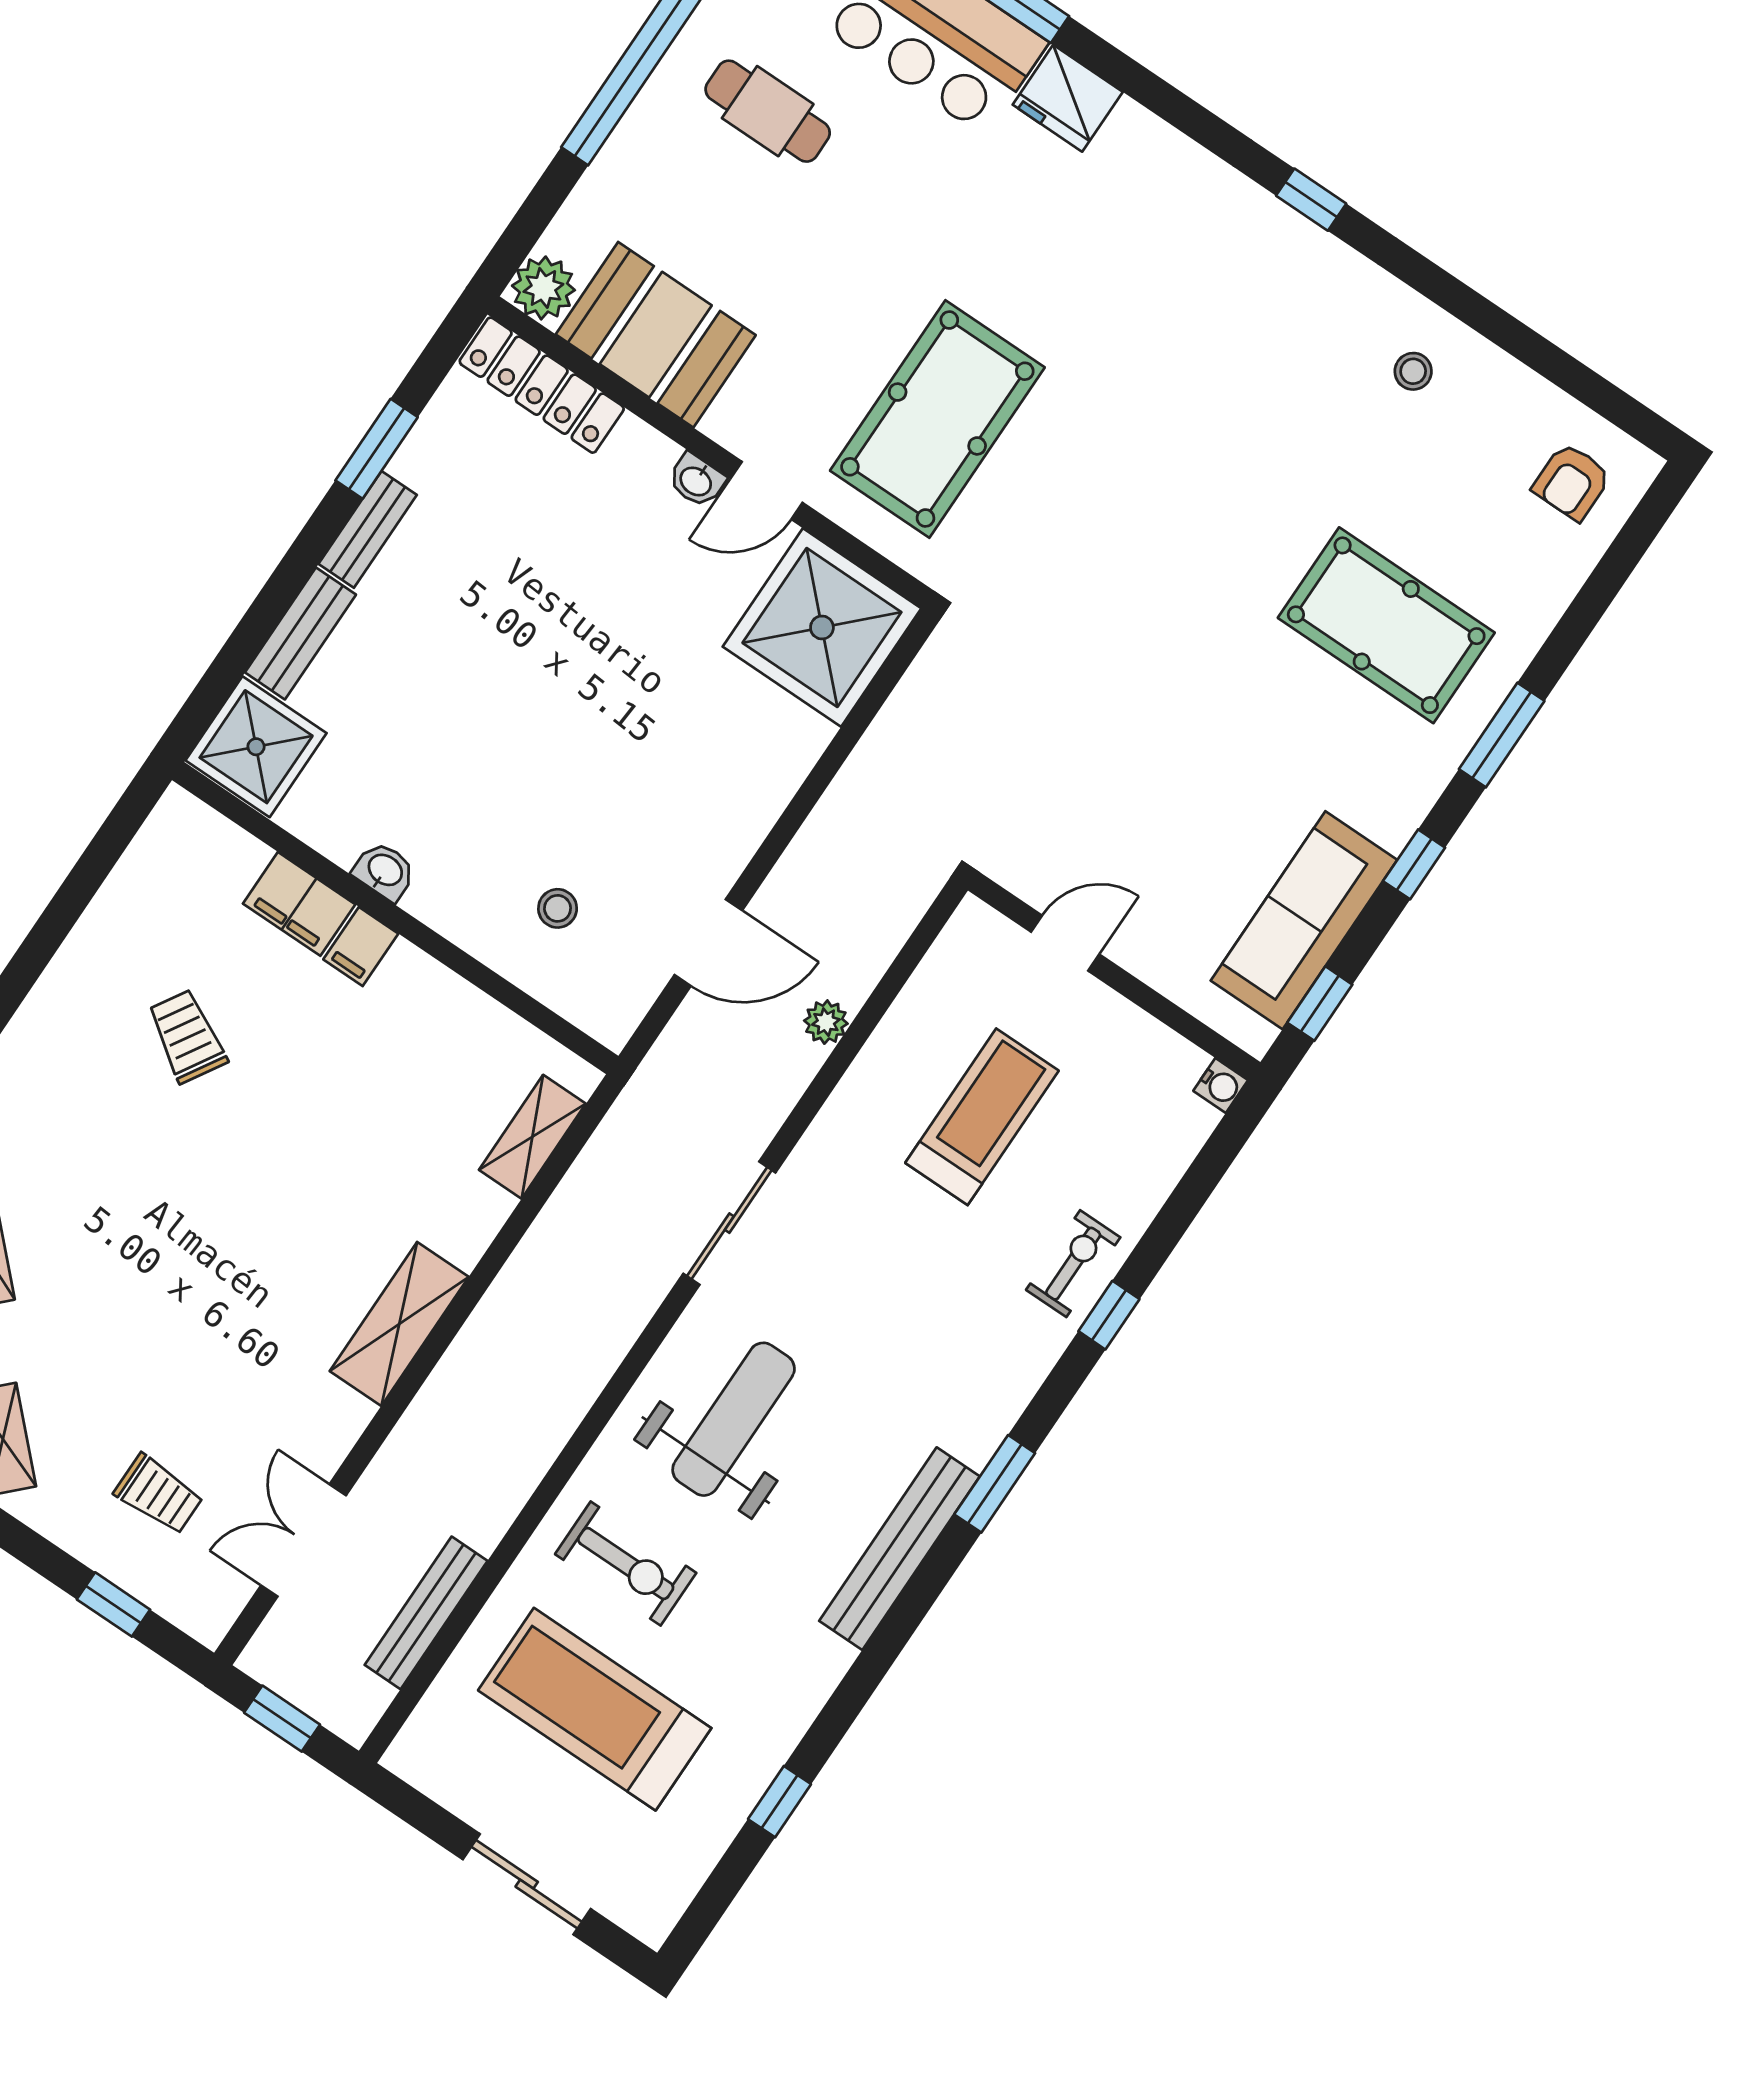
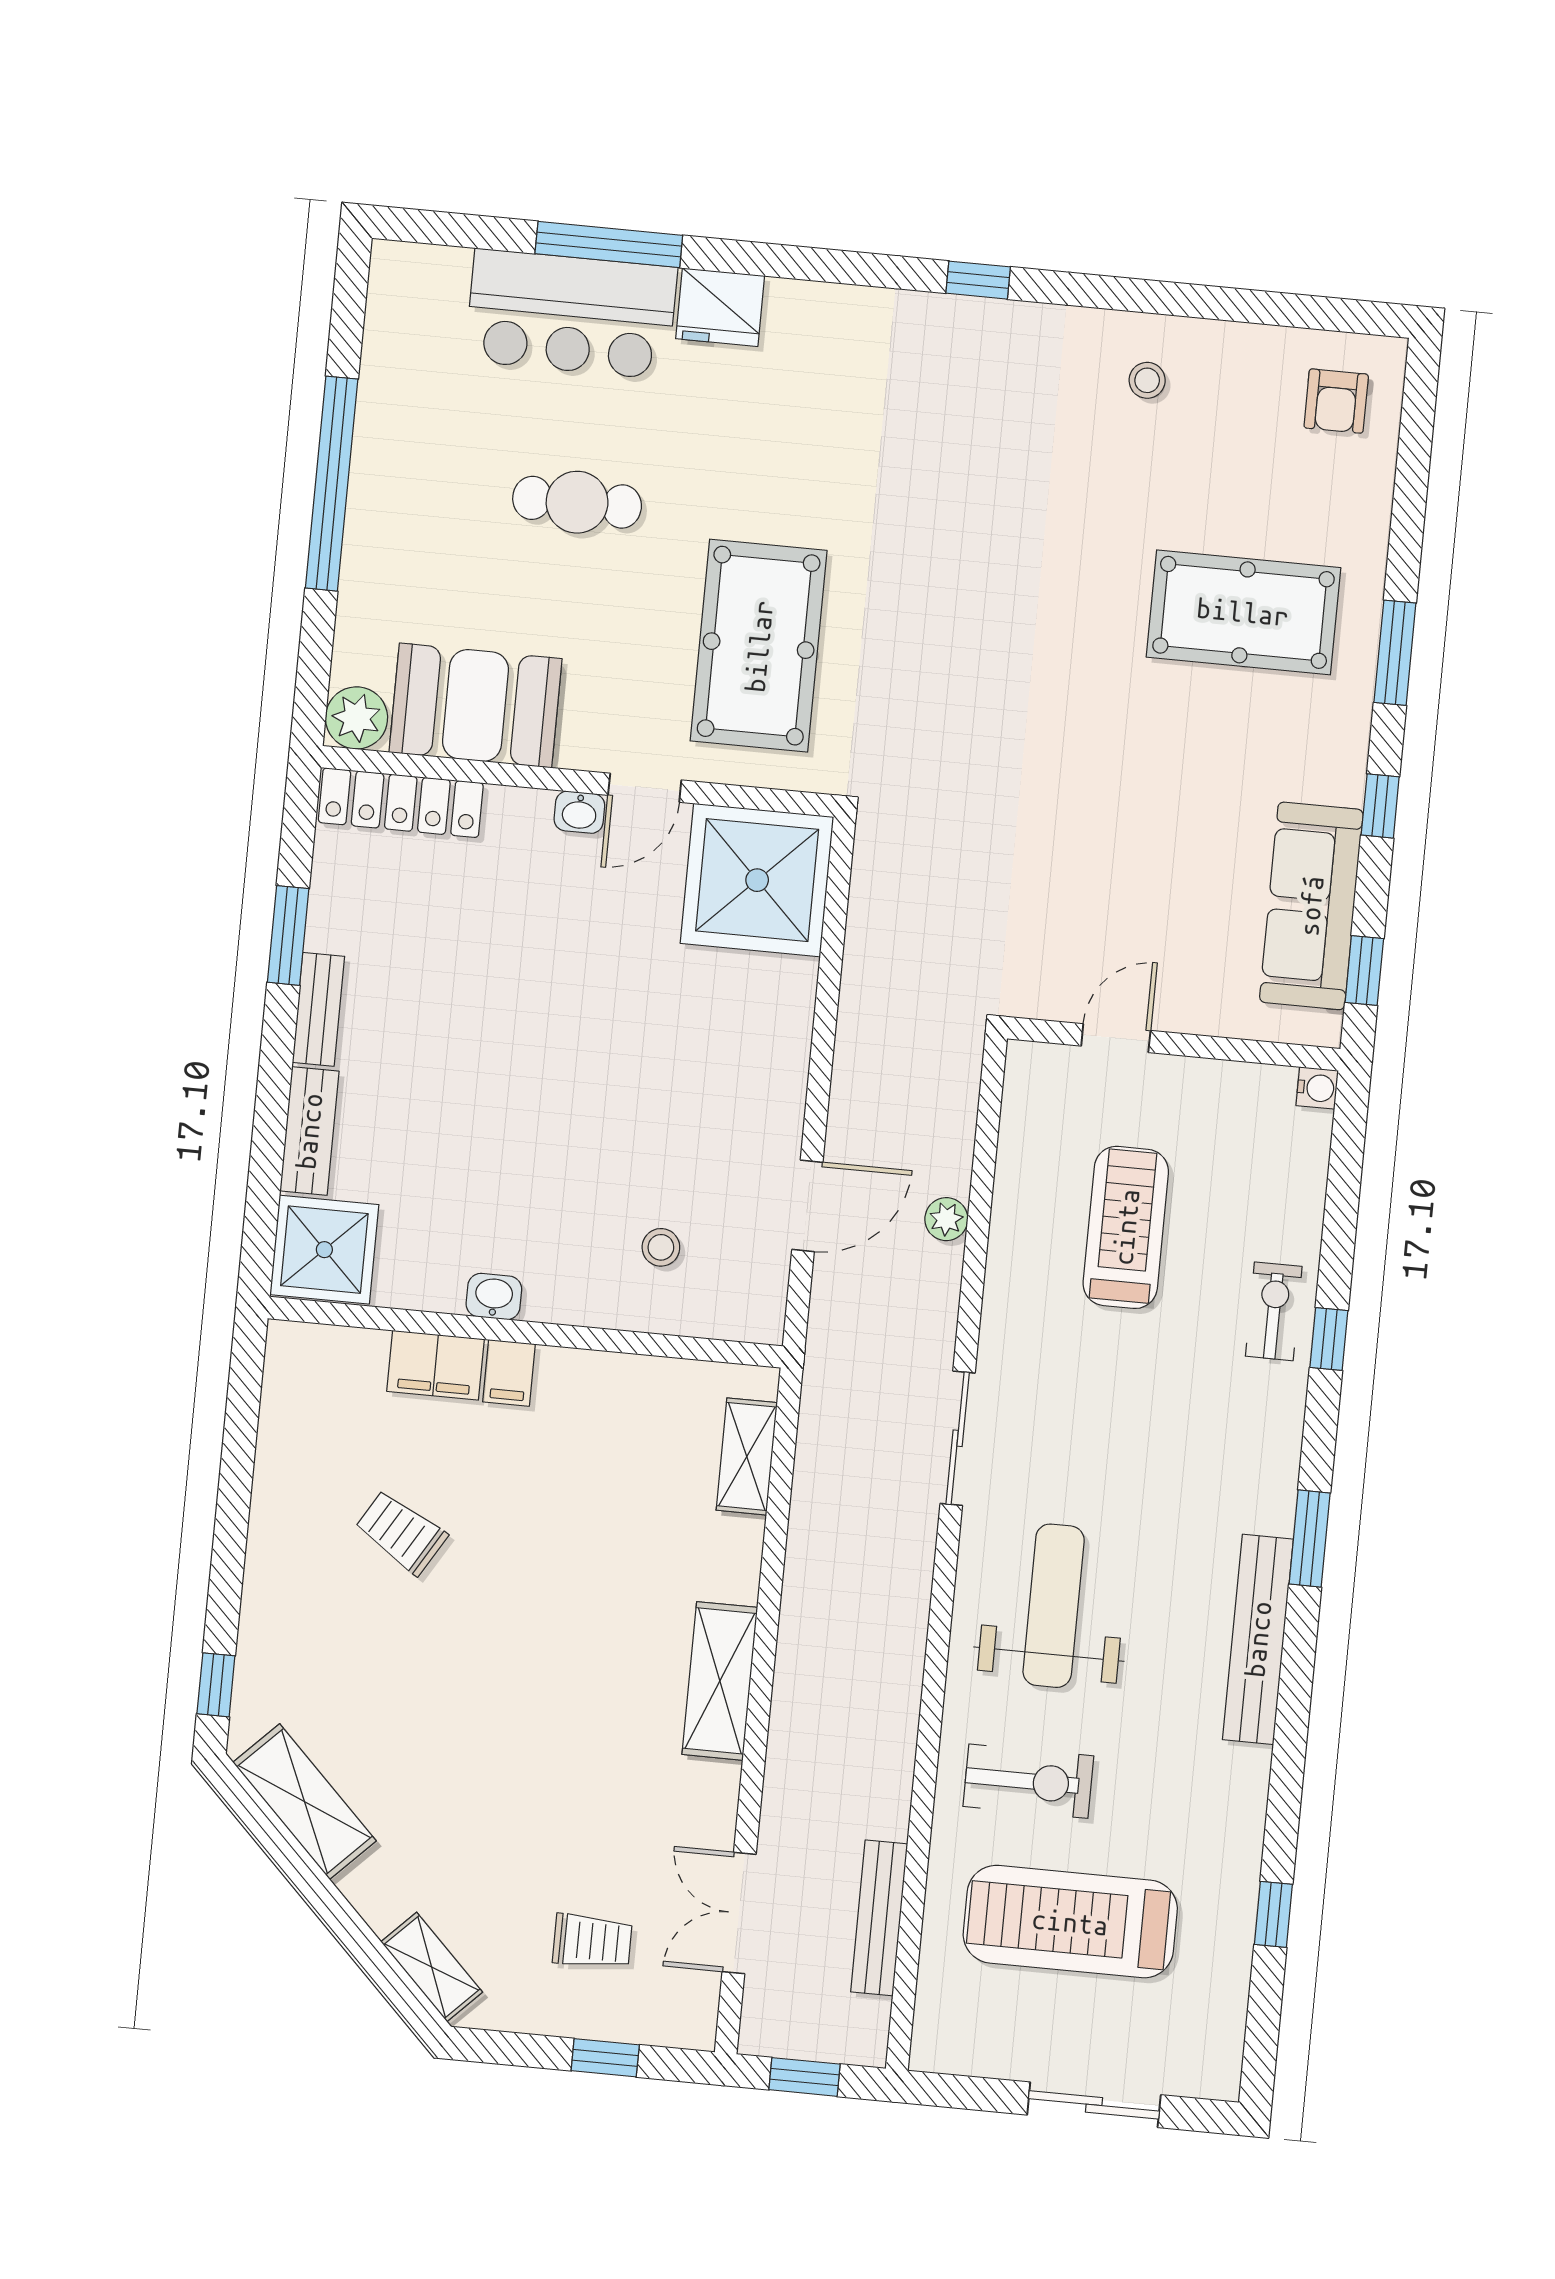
cafe table: (768, 111) -> (577, 502), moved

